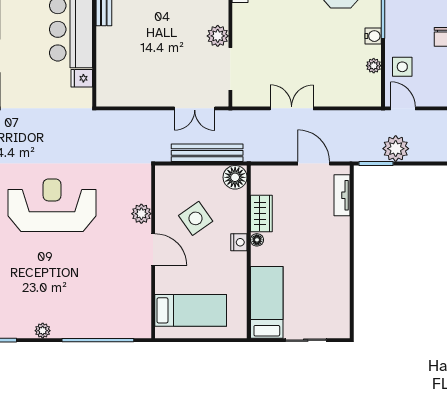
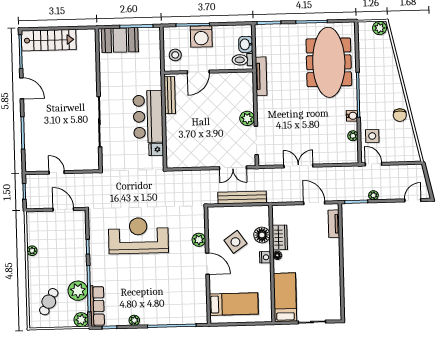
plant: (396, 149) -> (373, 195), width x0.53, depth x0.53
floor lamp: (235, 177) -> (262, 235), moved

